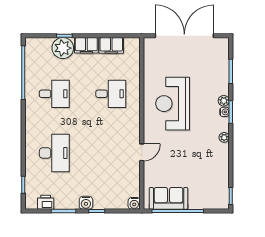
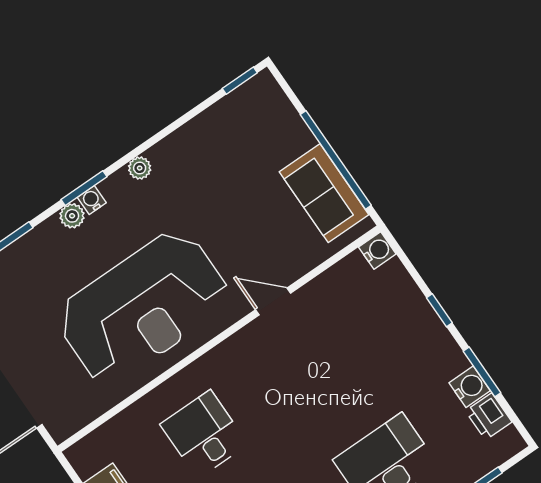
reception desk: (173, 104) -> (143, 307), width x1.36, depth x1.30
water cooler: (86, 203) -> (470, 387), moved

